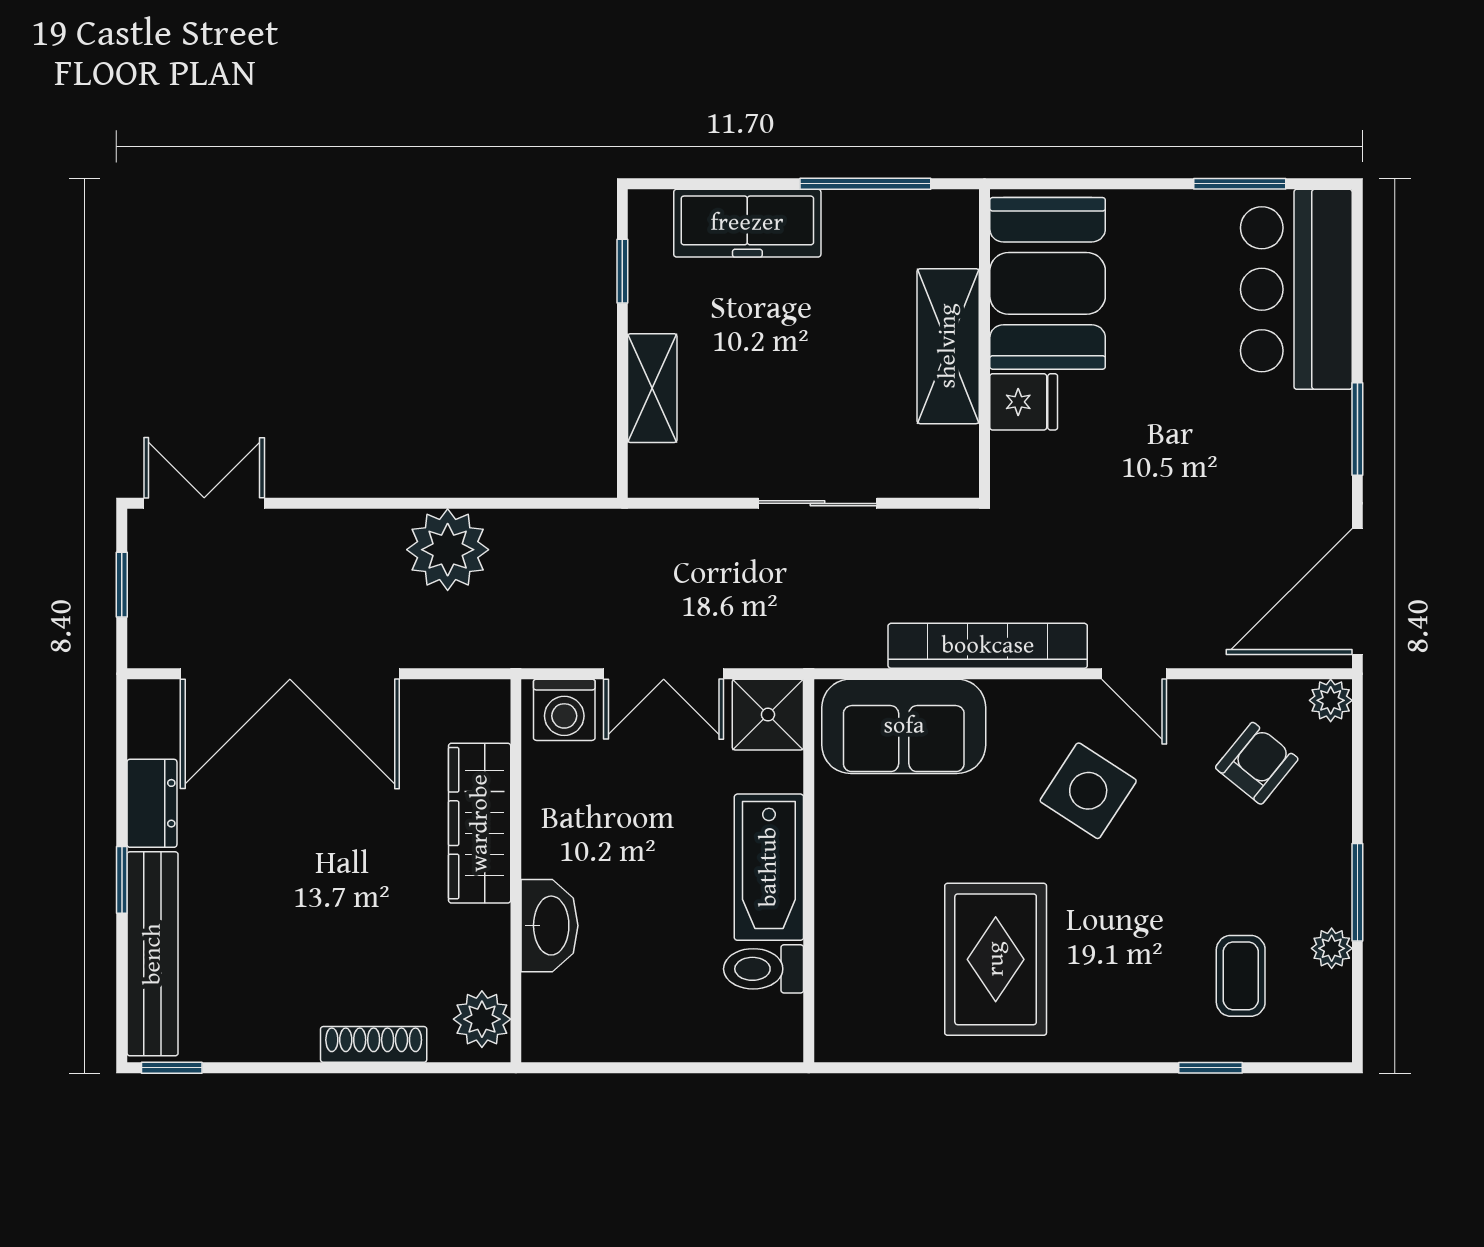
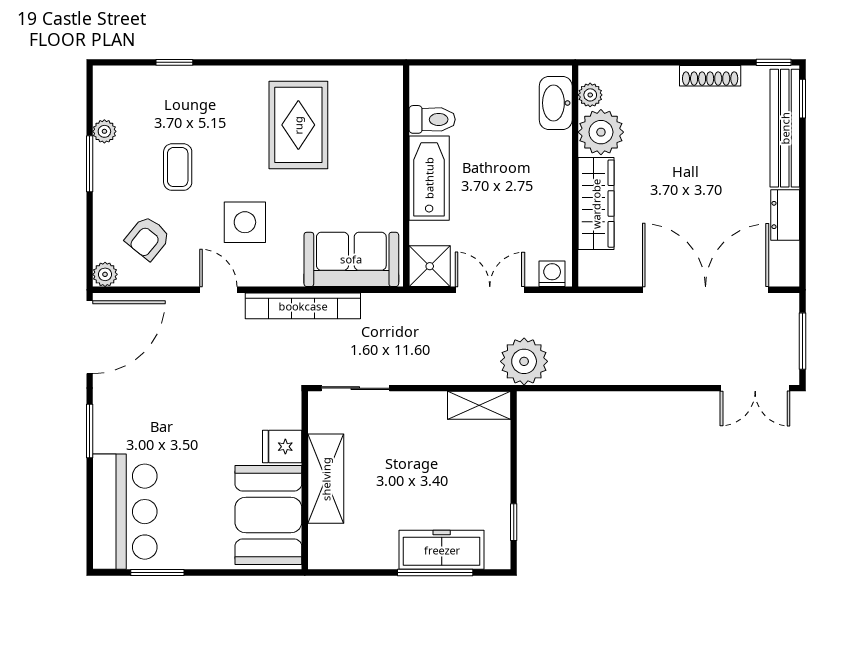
window: (865, 184) -> (435, 572), moved
shelving: (652, 388) -> (479, 405), moved, turned 90
sliding door: (818, 503) -> (355, 388), moved
plant: (448, 550) -> (524, 361), moved
window: (122, 585) -> (803, 341), width x1.50
washing machine: (564, 710) -> (552, 274), width x0.73, depth x0.73
side table: (1088, 791) -> (245, 222), turned -33
window: (122, 880) -> (803, 99), moved
washbasin: (549, 926) -> (556, 103), moved
plant: (471, 947) -> (601, 132), added
coffee table: (1241, 976) -> (178, 167), moved
plant: (482, 1019) -> (590, 95), width x0.73, depth x0.73
shoe rack: (374, 1044) -> (710, 76), moved

